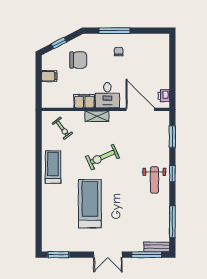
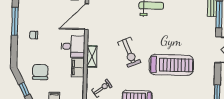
window: (115, 31) -> (15, 21), moved
treadmill: (90, 204) -> (171, 65), turned 180

